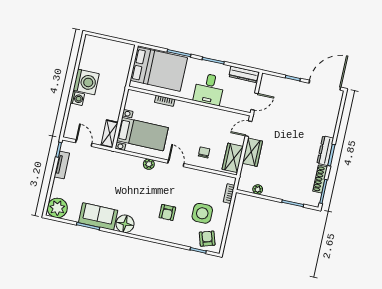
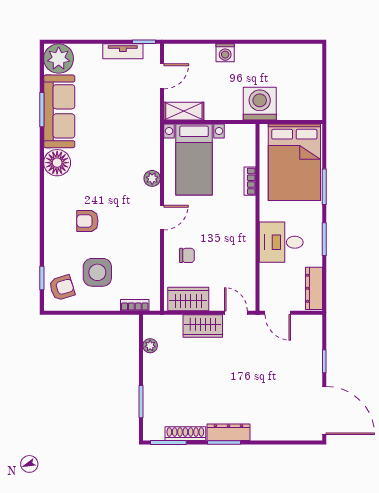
washing machine: (86, 82) -> (260, 104), moved, turned 180
sofa: (98, 216) -> (59, 111), width x1.36

